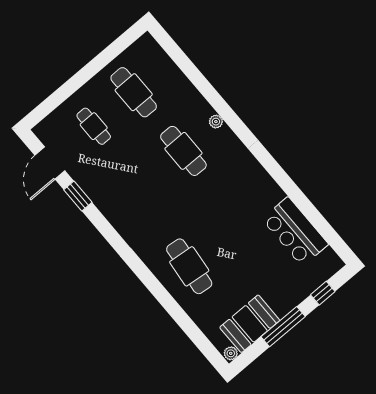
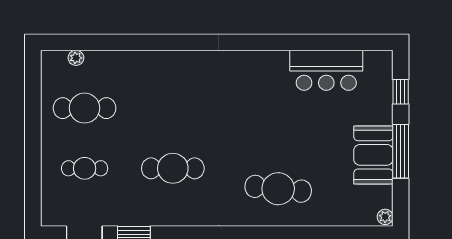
plant: (216, 122) -> (76, 58), moved
cafe table: (183, 151) -> (173, 168), moved
booth: (250, 324) -> (373, 155), moved

